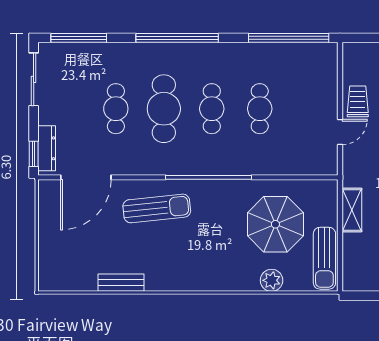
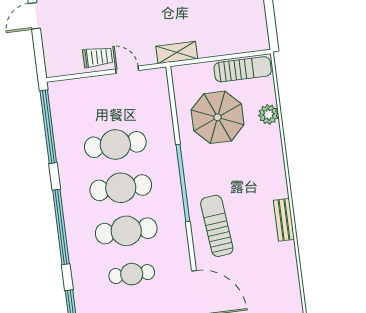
trolley: (358, 101) -> (98, 57), turned 180
cafe table: (212, 109) -> (121, 188), width x1.37, depth x1.35
cafe table: (260, 109) -> (115, 145), width x1.37, depth x1.35
shelving: (352, 210) -> (177, 53), moved
bench: (121, 283) -> (284, 220), moved

